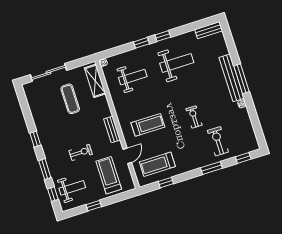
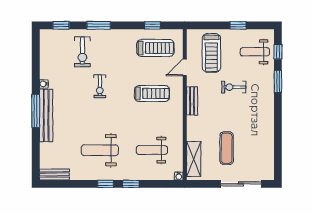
treadmill: (148, 125) -> (152, 94), turned 180
window: (35, 139) -> (278, 117), removed

